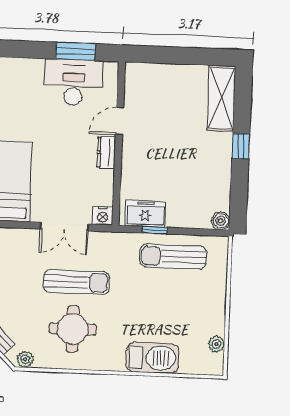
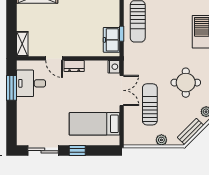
shelving: (145, 71) -> (22, 44), added
desk: (73, 82) -> (31, 83), width x0.73
sun lounger: (76, 282) -> (150, 104), moved

